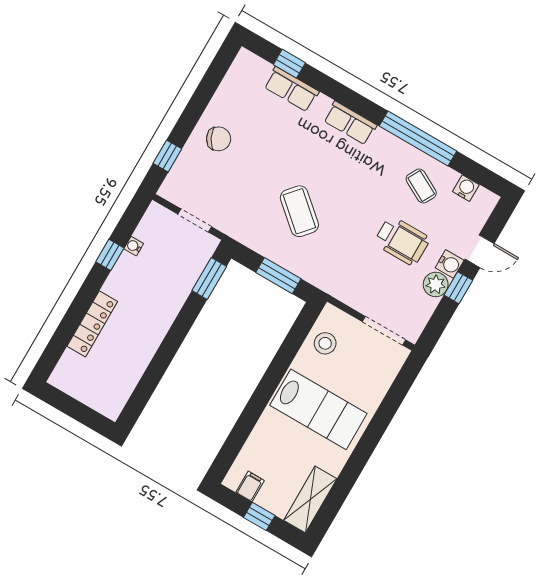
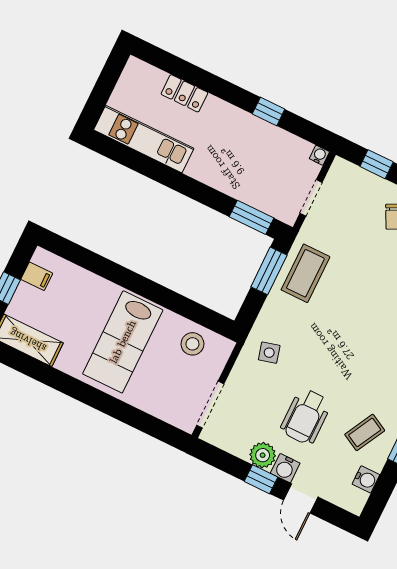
coffee table: (299, 211) -> (305, 273), moved, turned -41
water cooler: (134, 246) -> (319, 155), moved
side table: (339, 271) -> (269, 353), added
window: (278, 276) -> (269, 271), moved
locker: (92, 324) -> (184, 93), width x0.66
kitchen unit: (127, 375) -> (144, 139), added

